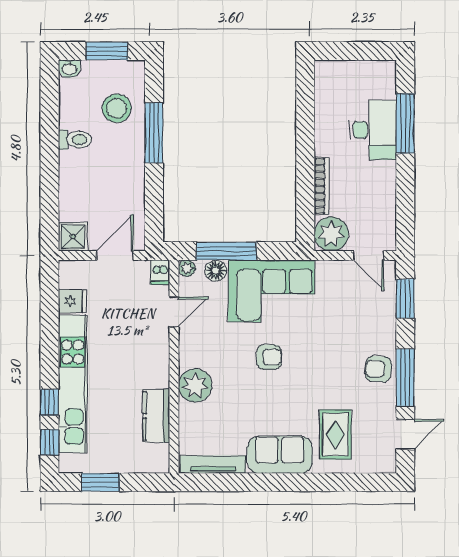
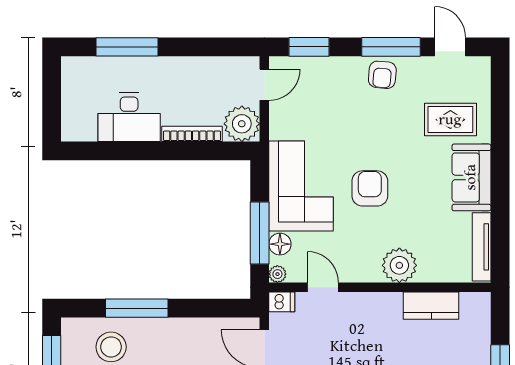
desk: (373, 130) -> (129, 117), moved, turned 180
armchair: (269, 357) -> (370, 188), width x1.38, depth x1.38

